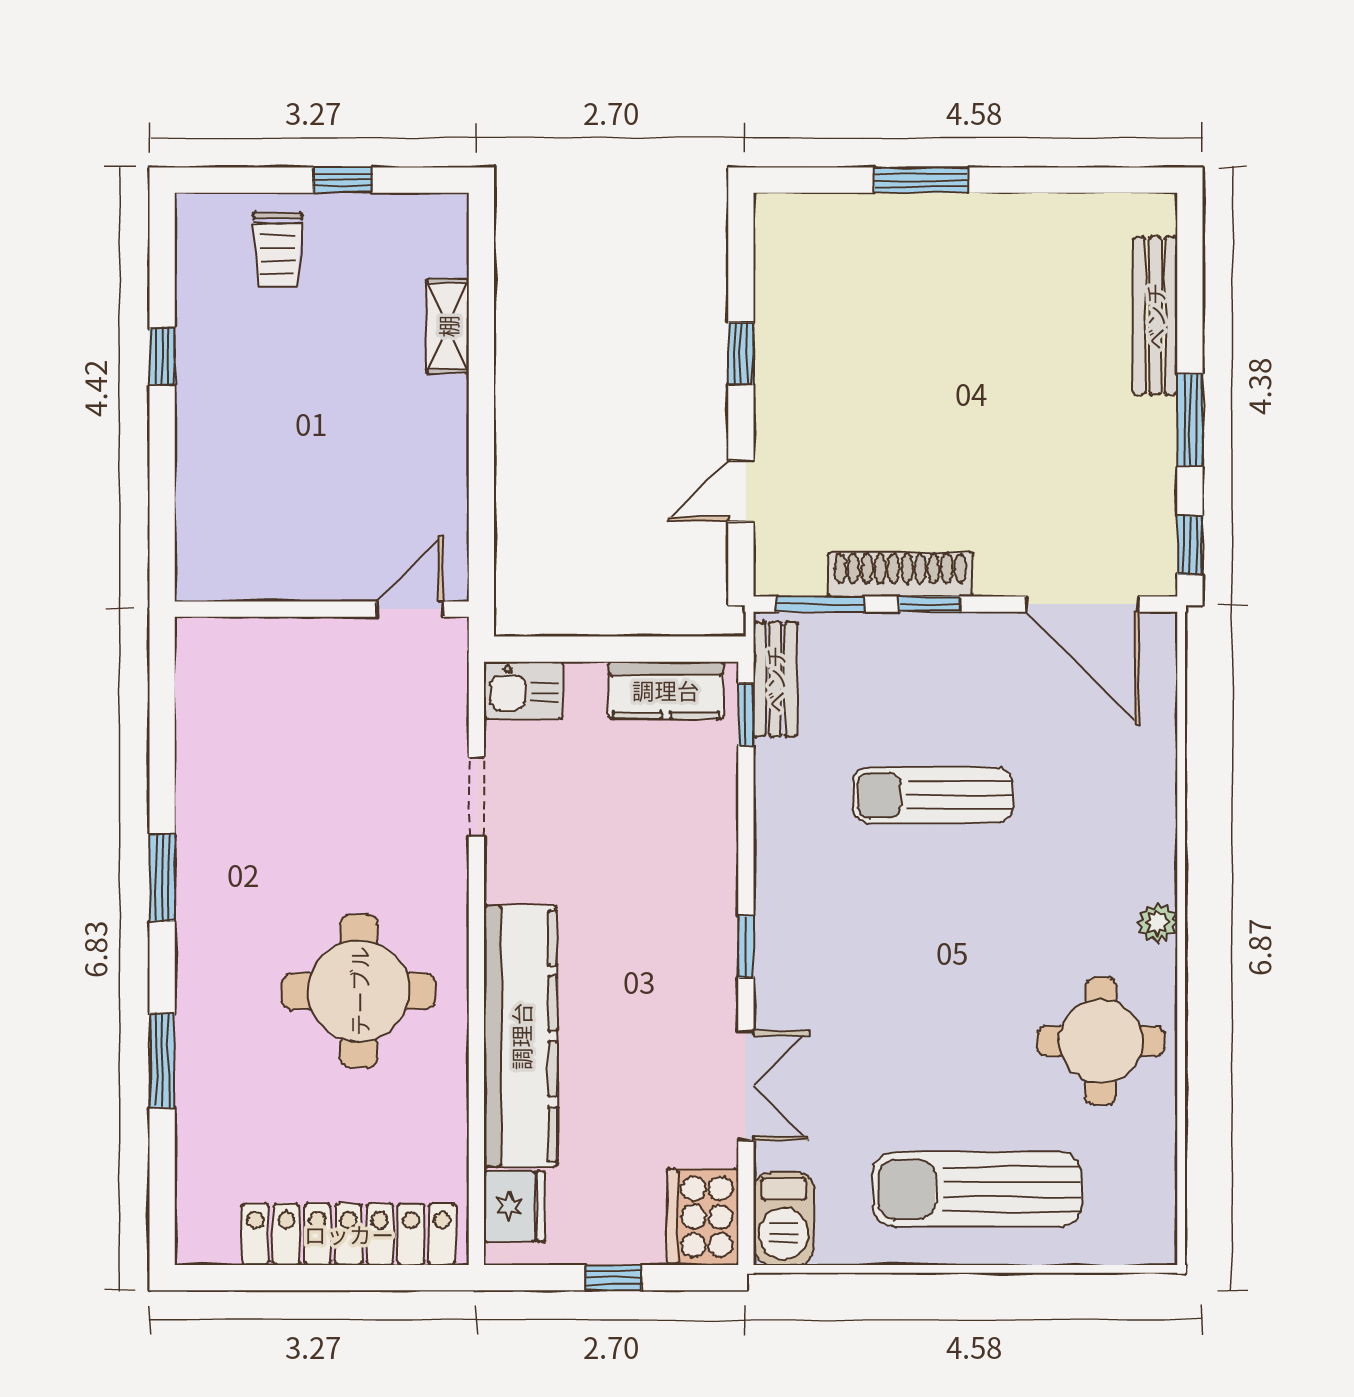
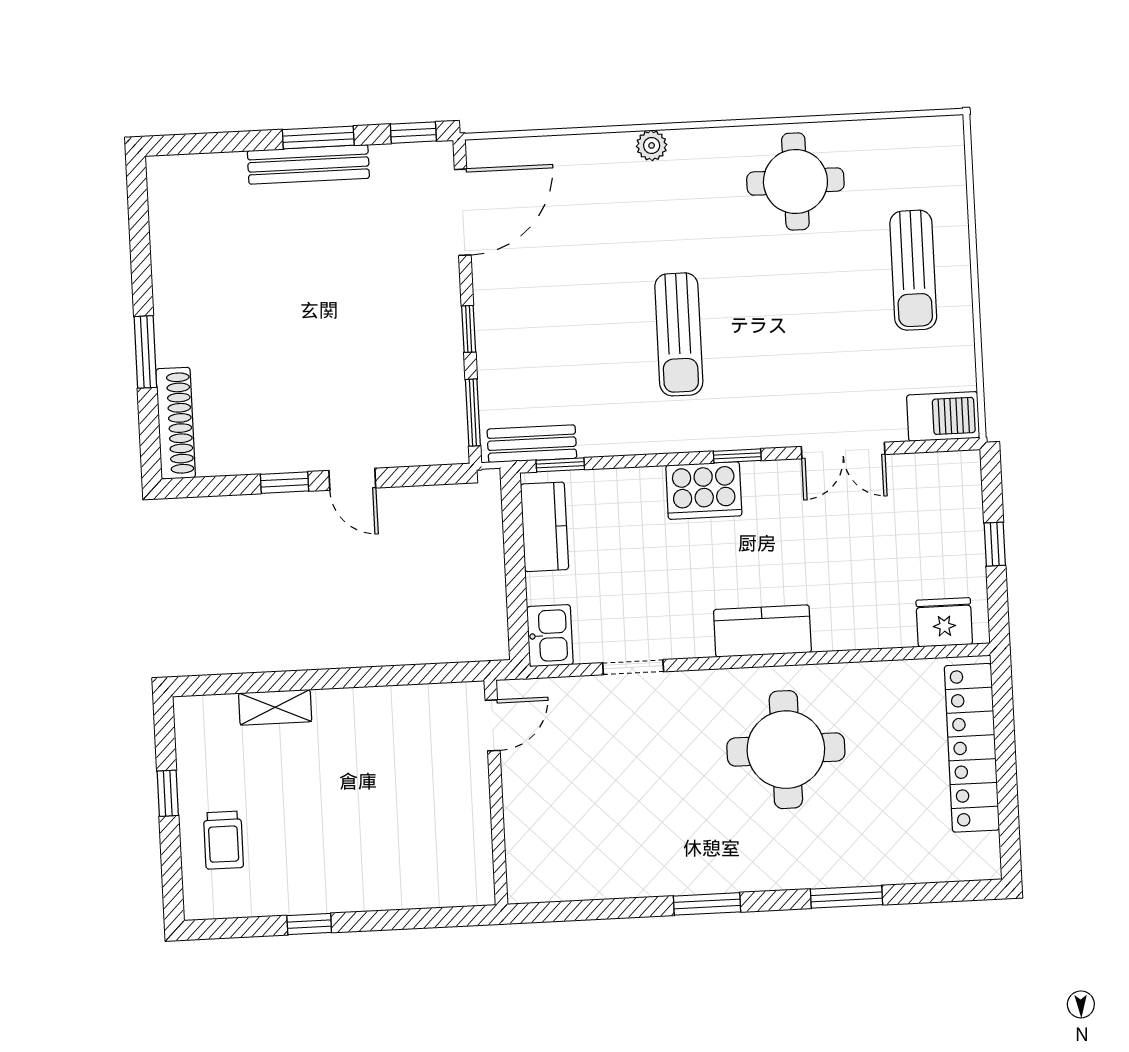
trolley: (278, 250) -> (223, 840), turned 90
bench: (1155, 316) -> (308, 164), moved
door: (741, 491) -> (352, 479), moved
shoe rack: (900, 574) -> (176, 423), moved, turned 180
door: (410, 609) -> (493, 725), swing flipped
sun lounger: (933, 795) -> (679, 334), moved
plant: (1157, 923) -> (652, 145), moved
kitchen counter: (521, 1036) -> (762, 631), width x0.48, depth x0.86
double door: (746, 1086) -> (843, 451), swing flipped
sun lounger: (977, 1189) -> (913, 270), width x0.73, depth x0.75
cooker: (703, 1217) -> (704, 491), moved

